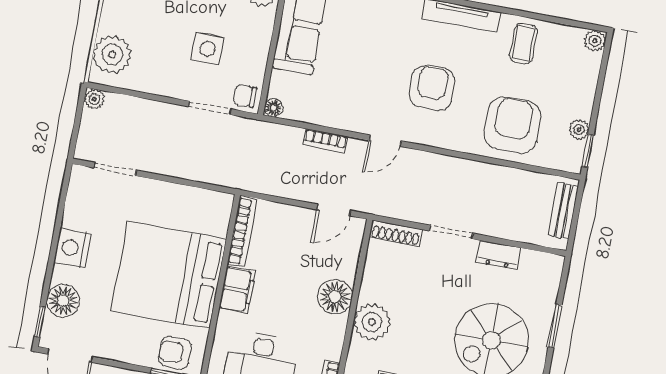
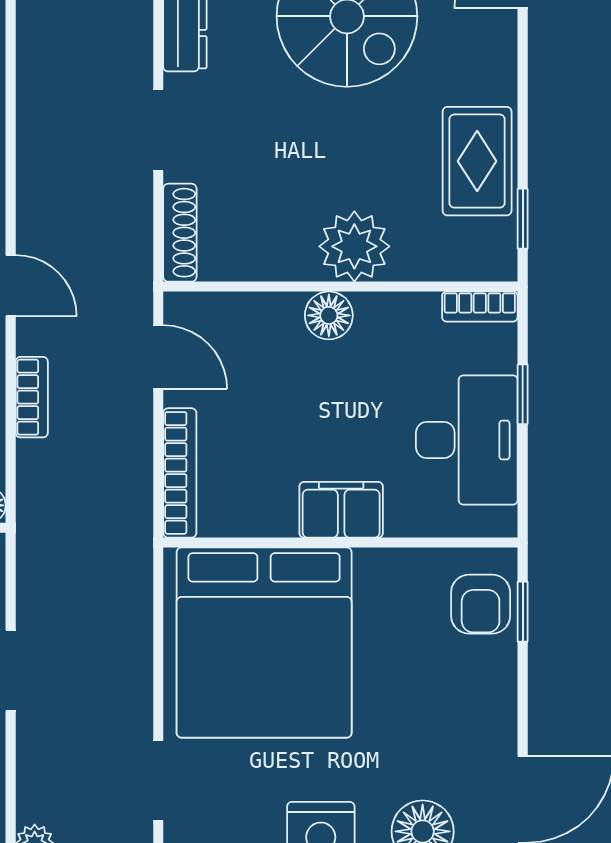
doorway: (210, 108) -> (11, 670), moved
bookcase: (242, 232) -> (180, 473), moved, turned 90
bed: (169, 275) -> (264, 643), moved
floor lamp: (335, 297) -> (329, 315), width x0.73, depth x0.73

